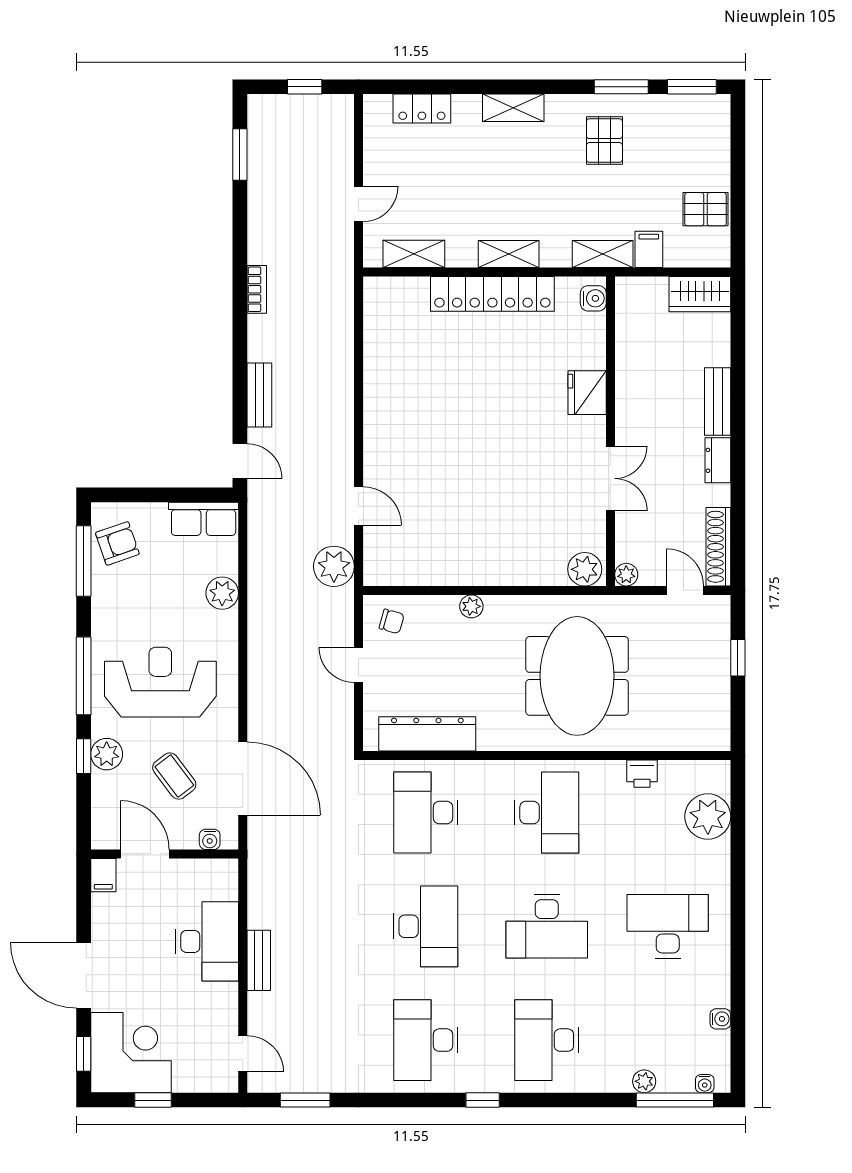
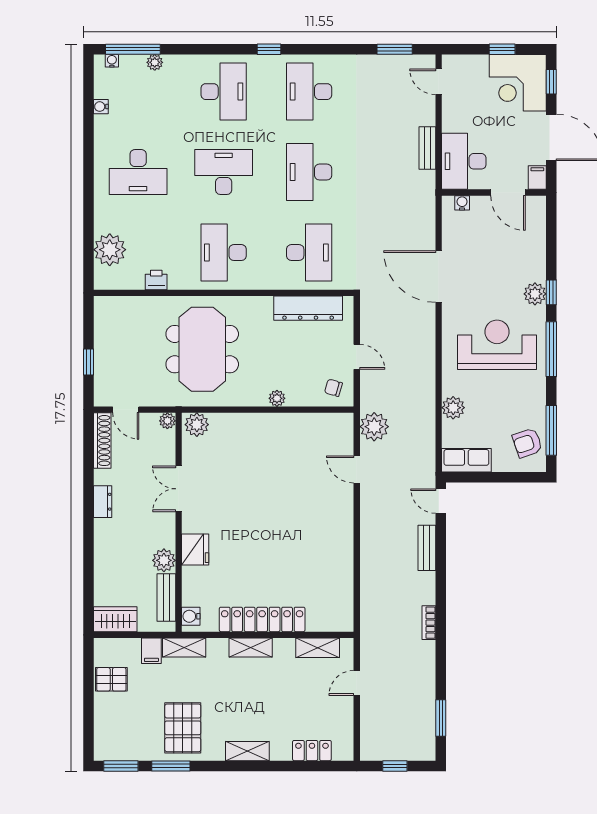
pallet: (604, 141) -> (183, 728), width x1.50, depth x1.42
plant: (631, 377) -> (164, 560), added
bench: (718, 402) -> (166, 598), moved
reception desk: (160, 682) -> (497, 345), turned 180
coffee table: (174, 776) -> (487, 278), removed
water cooler: (210, 839) -> (462, 203), moved
door: (145, 854) -> (508, 193), moved
wall: (165, 854) -> (494, 193), moved
filing cabinet: (103, 875) -> (537, 178), moved
desk: (426, 1040) -> (309, 92), turned 180

